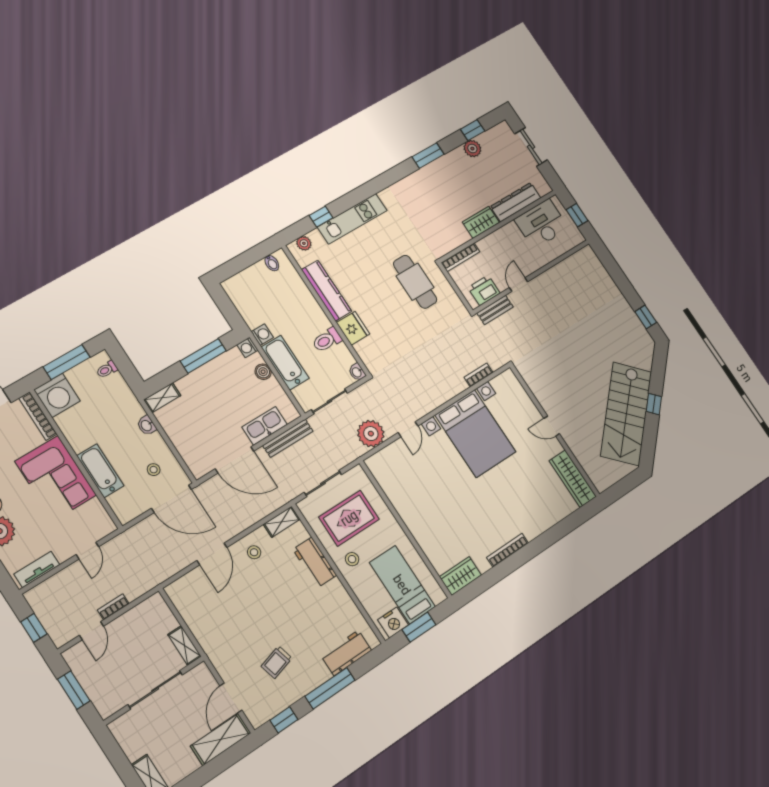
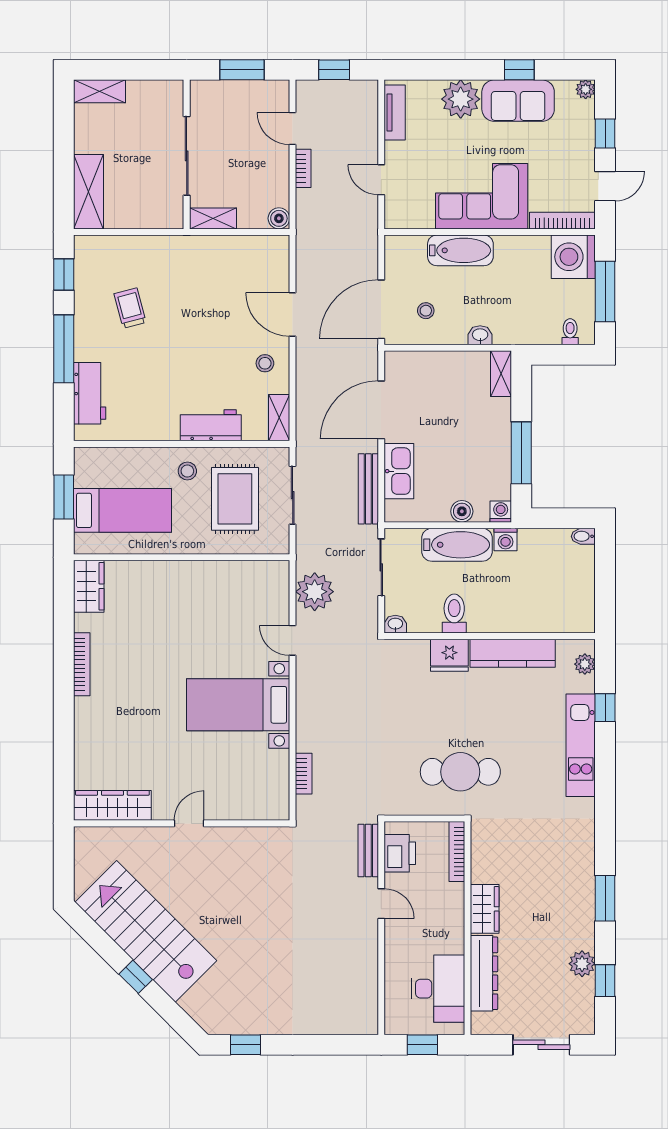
bidet: (272, 263) -> (583, 536), moved
bed with nightstands: (475, 433) -> (238, 705), width x0.73
boiler: (156, 602) -> (279, 218), added
nightstand: (393, 622) -> (88, 470), removed
door: (231, 698) -> (125, 232), removed

